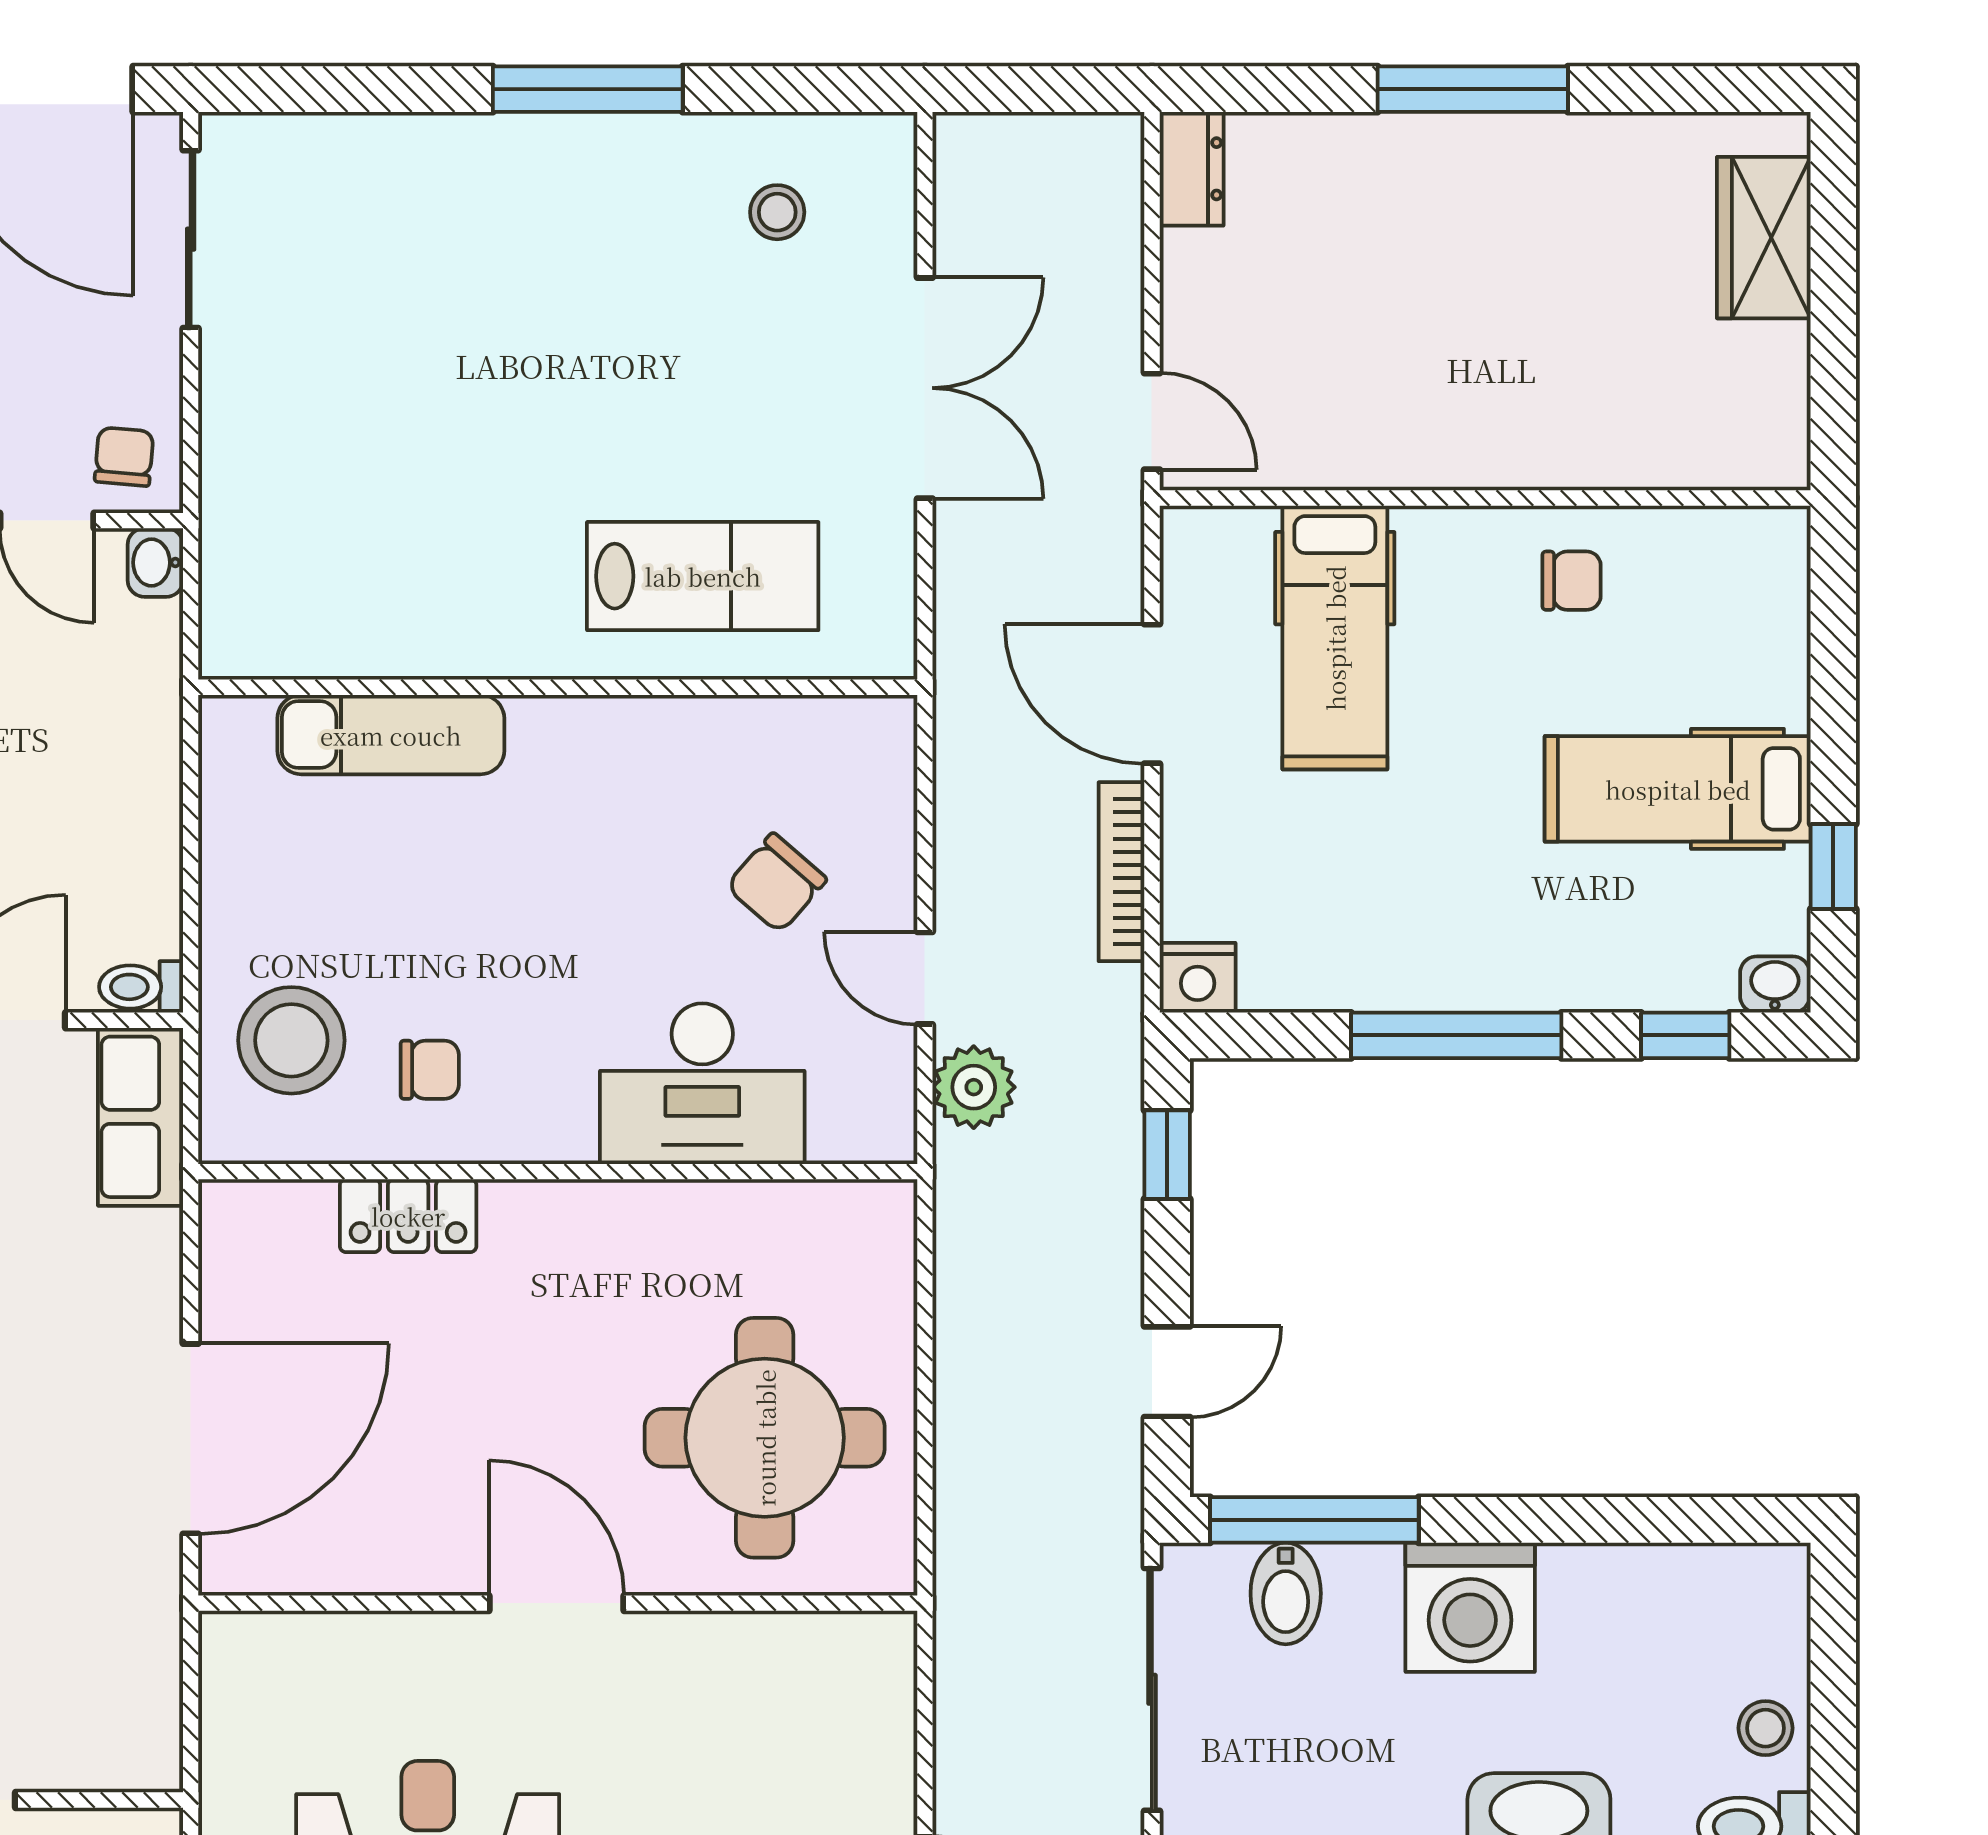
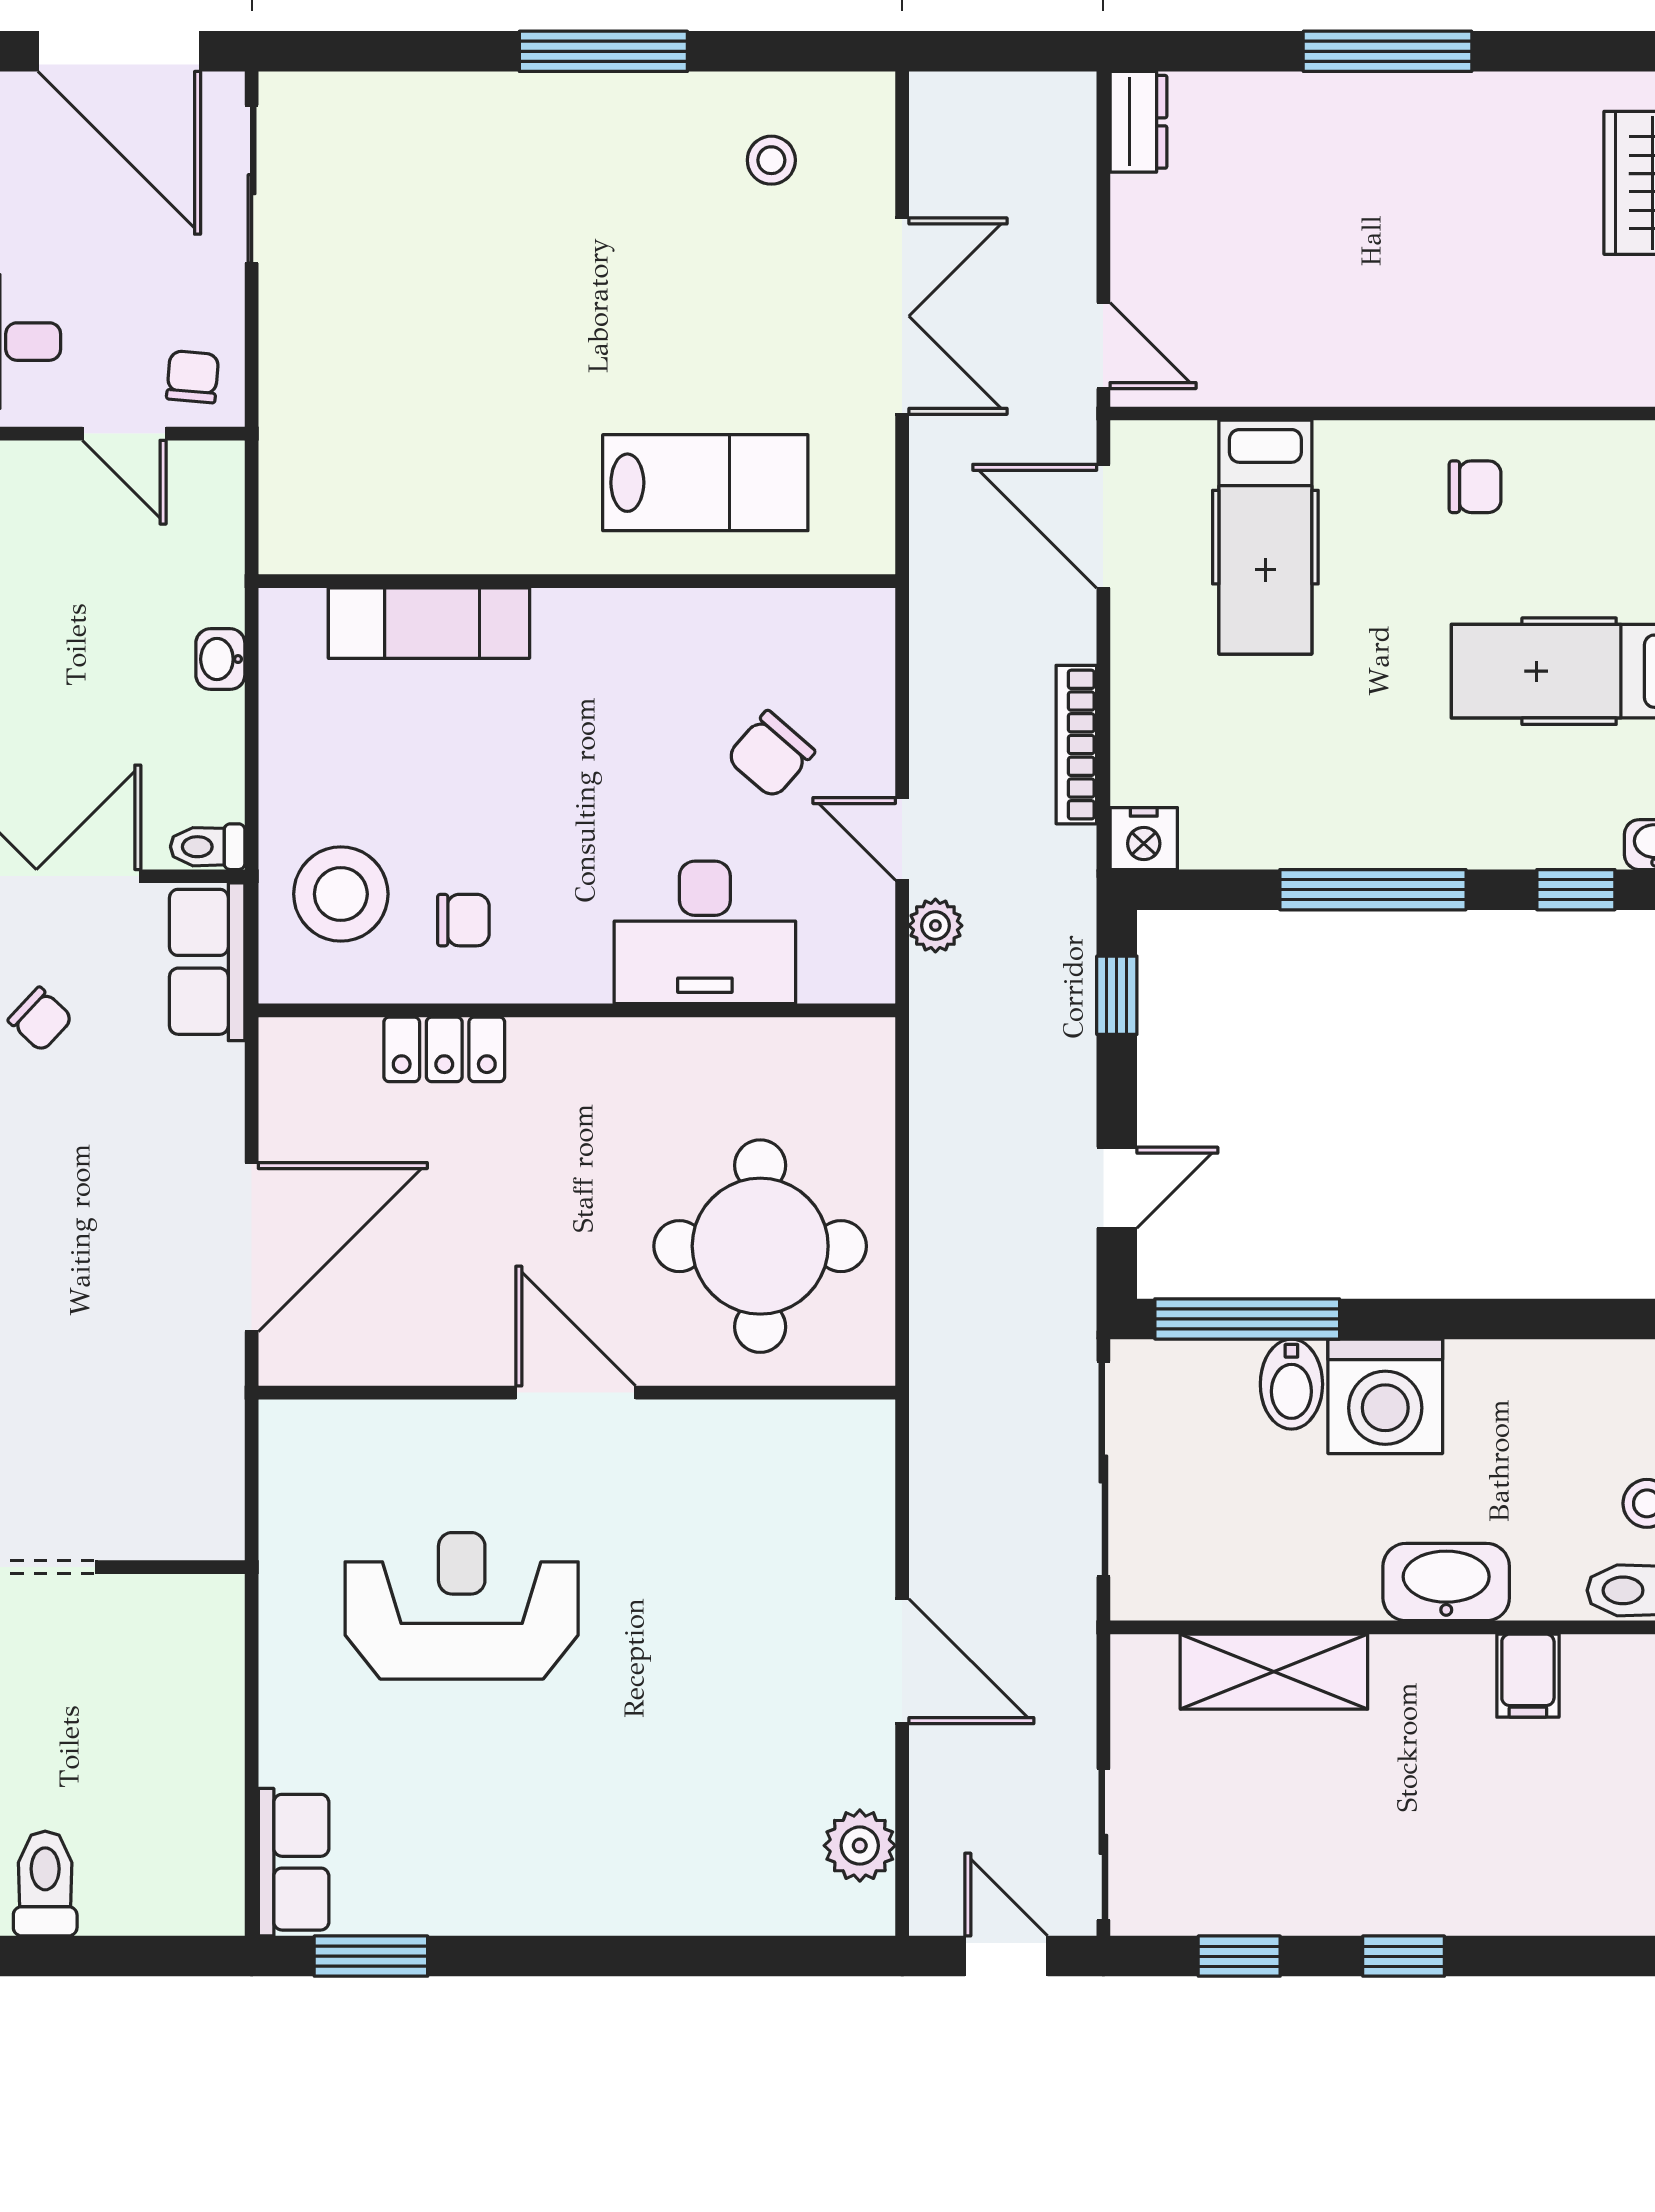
washbasin: (155, 563) -> (220, 659), moved
door: (1152, 694) -> (1103, 526), moved
plant: (974, 1087) -> (935, 926), width x0.73, depth x0.73
bidet: (1286, 1593) -> (1291, 1384), moved

